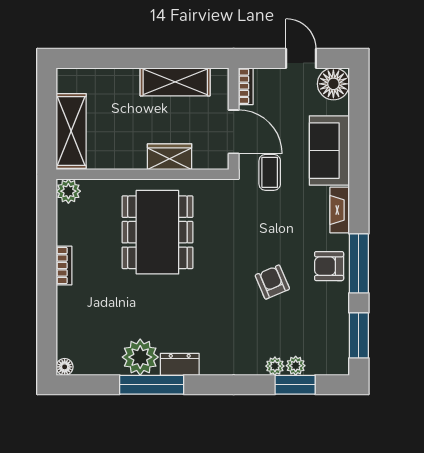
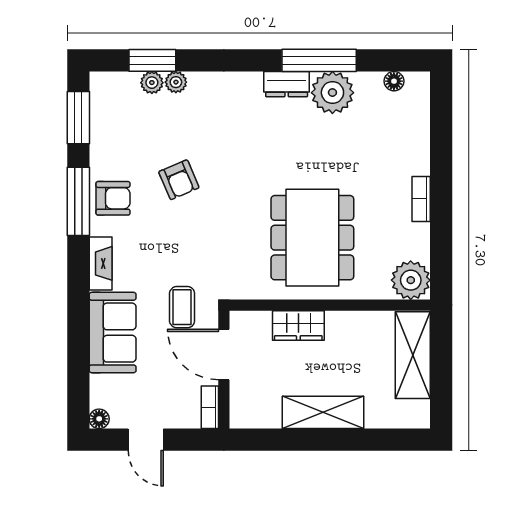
shelving: (175, 82) -> (323, 412), moved
floor lamp: (333, 84) -> (99, 419), width x0.53, depth x0.53
plant: (68, 191) -> (411, 280), width x1.36, depth x1.36
floor lamp: (65, 367) -> (394, 81), moved

